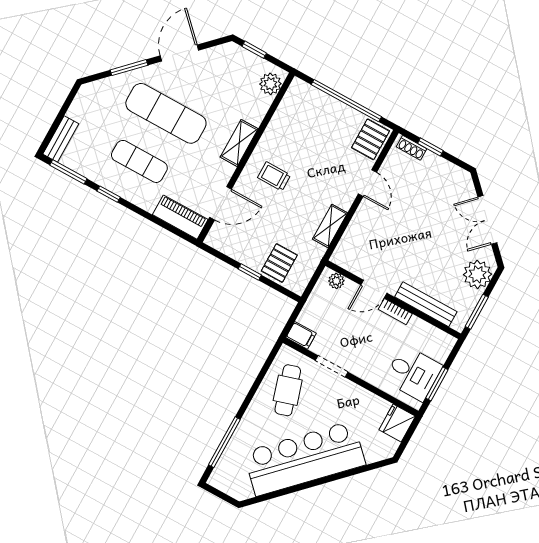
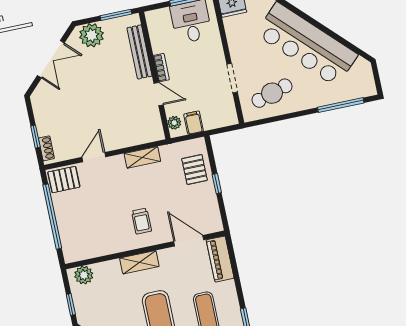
pallet: (279, 263) -> (195, 169), turned 90
filing cabinet: (301, 335) -> (194, 123), moved

